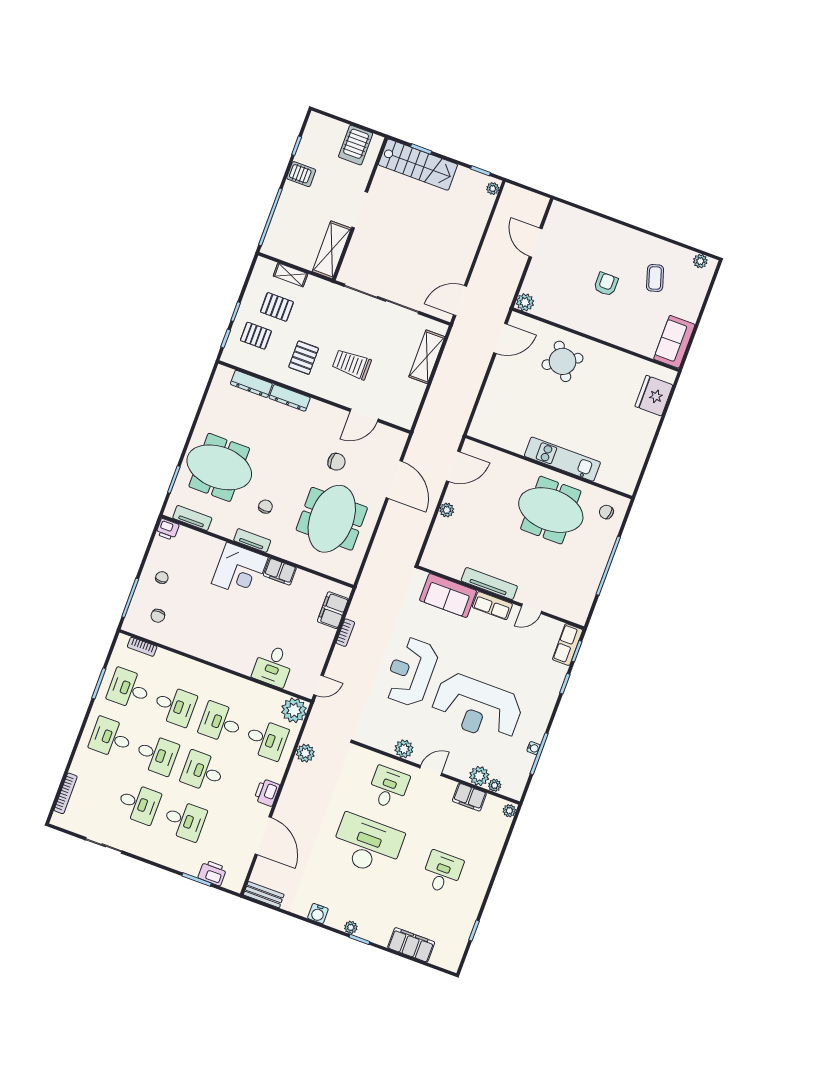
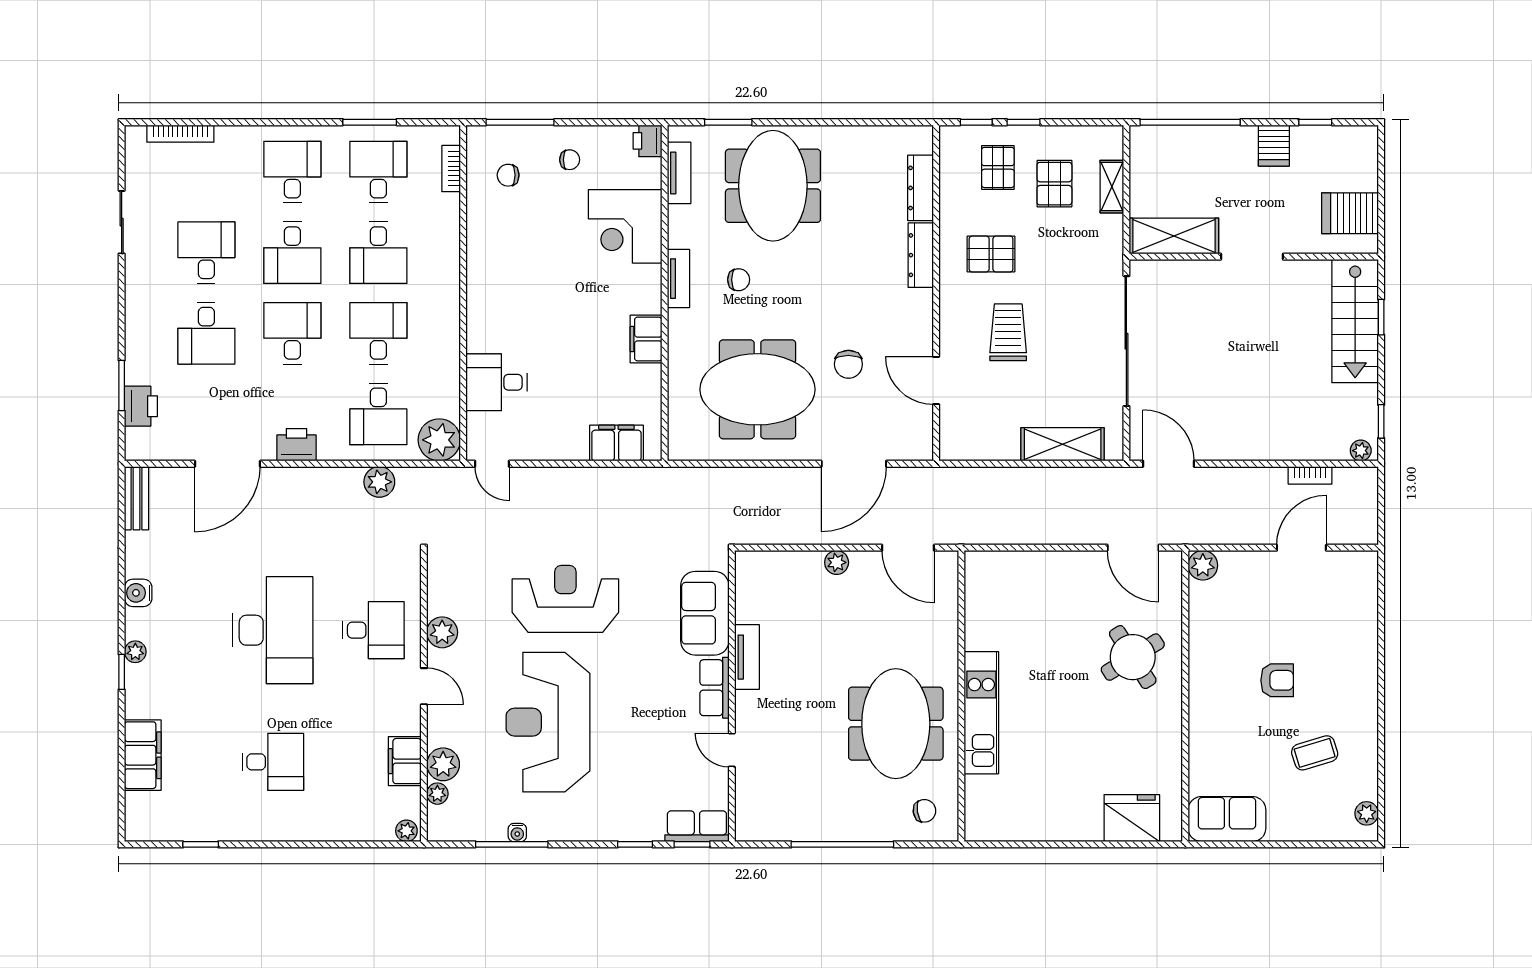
chair: (606, 512) -> (924, 811), turned 71
corner desk: (240, 570) -> (625, 226), moved
tv unit: (489, 584) -> (747, 657), width x0.71
bookcase: (345, 633) -> (1310, 475), moved
desk: (139, 804) -> (206, 253), turned 180

